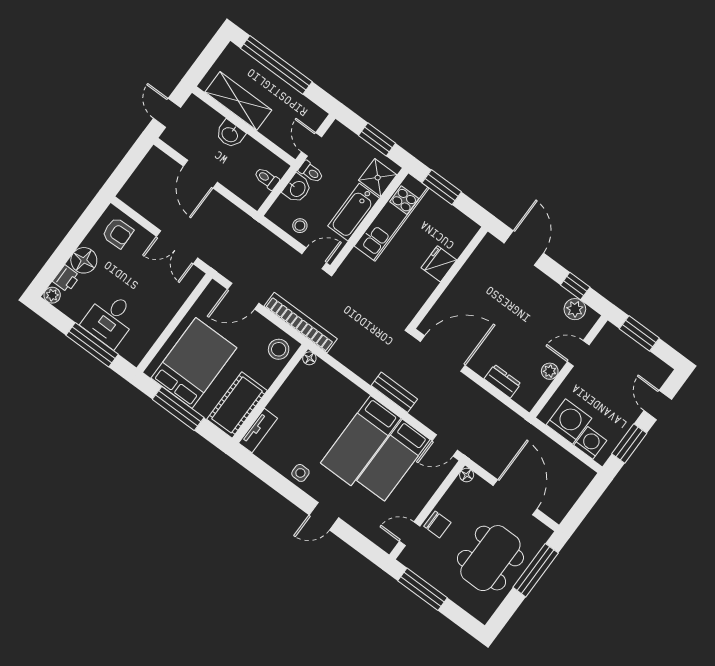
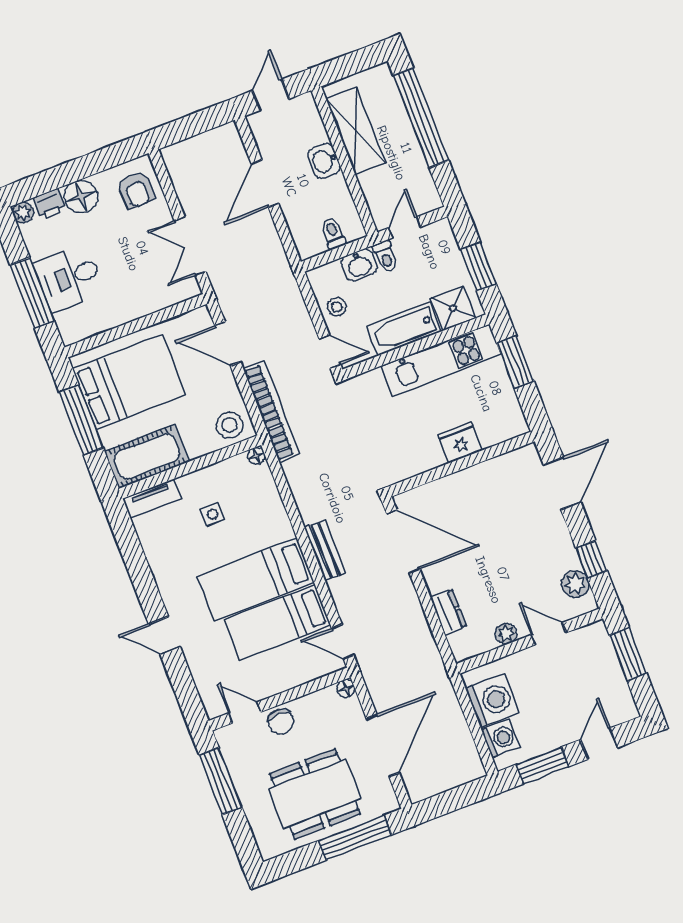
side table: (300, 473) -> (213, 514), moved

